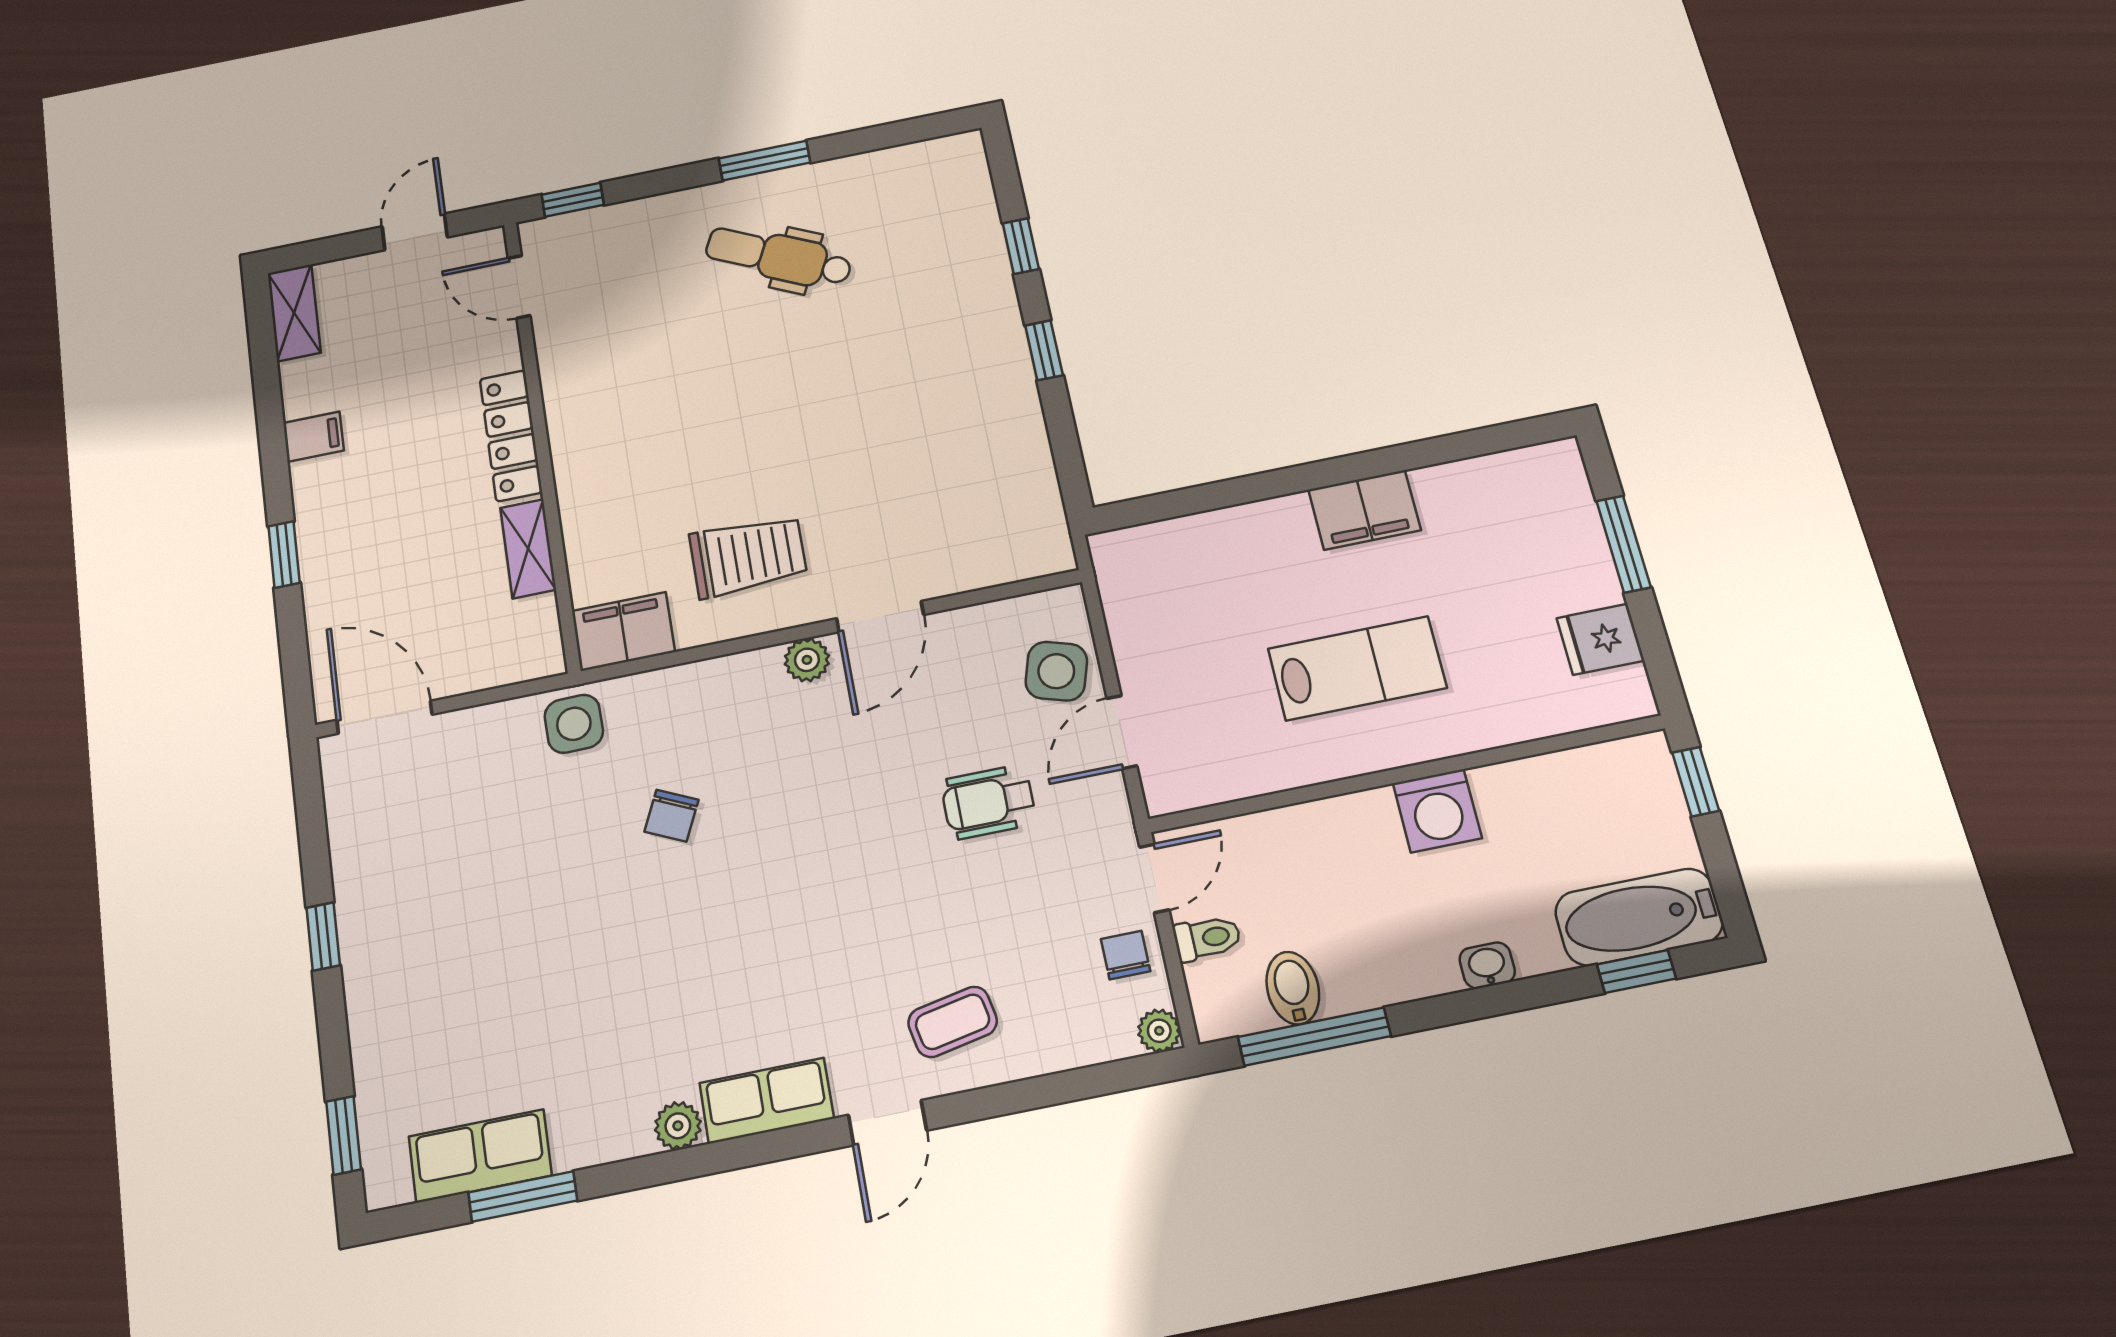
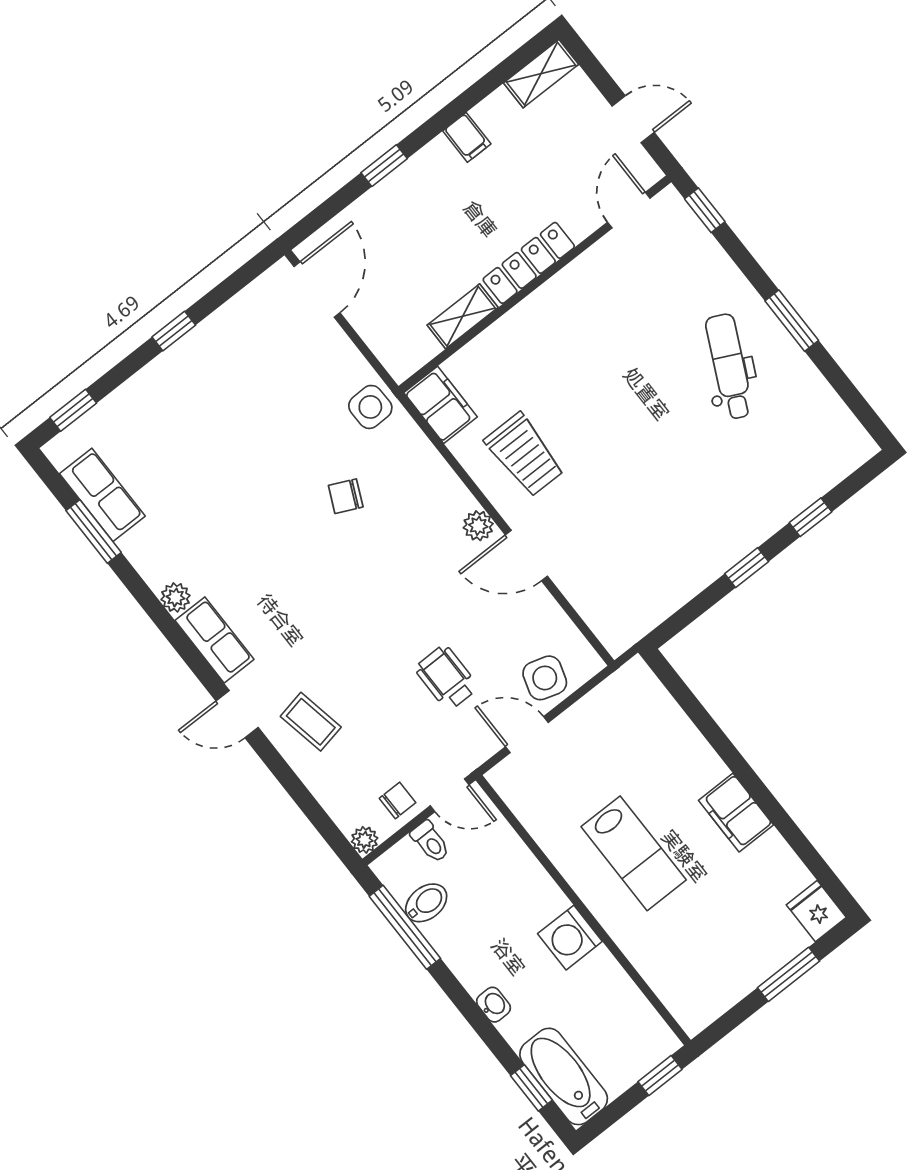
fridge: (1600, 639) -> (816, 911), moved

